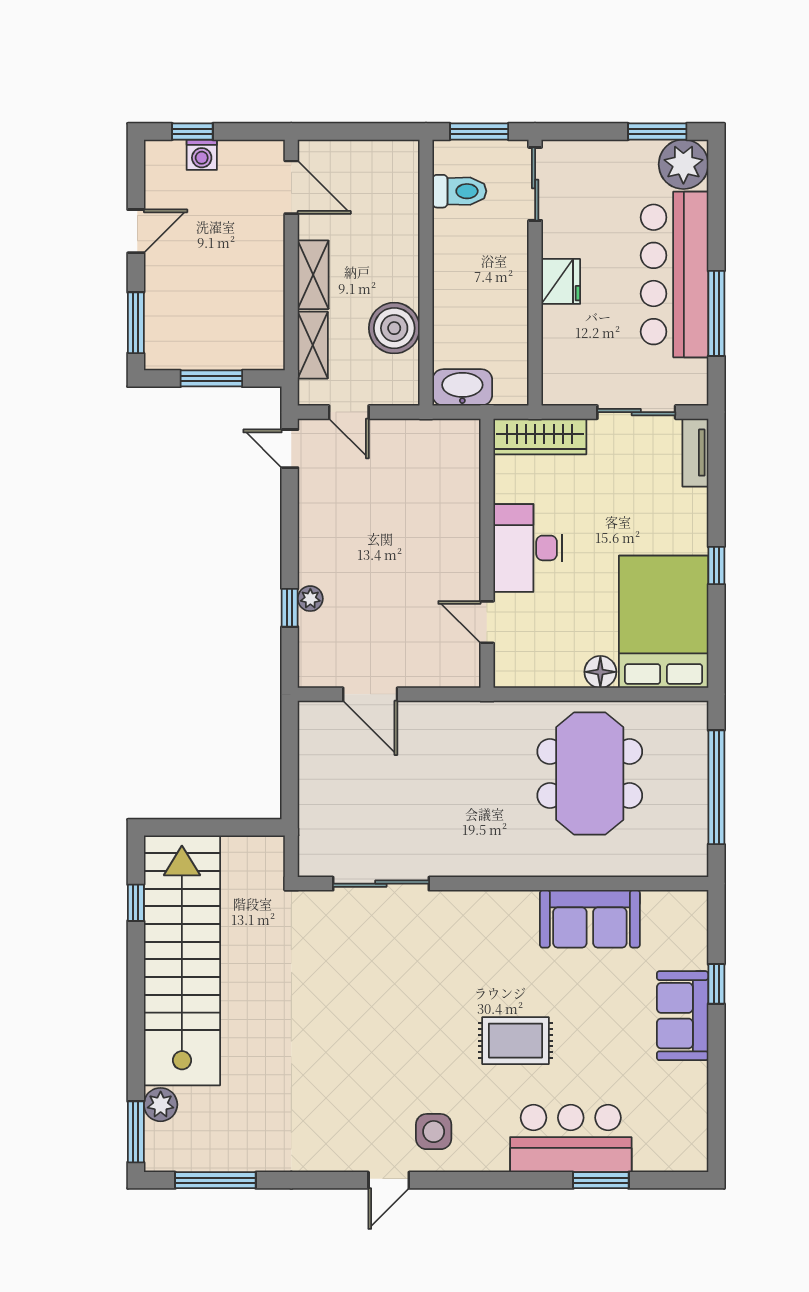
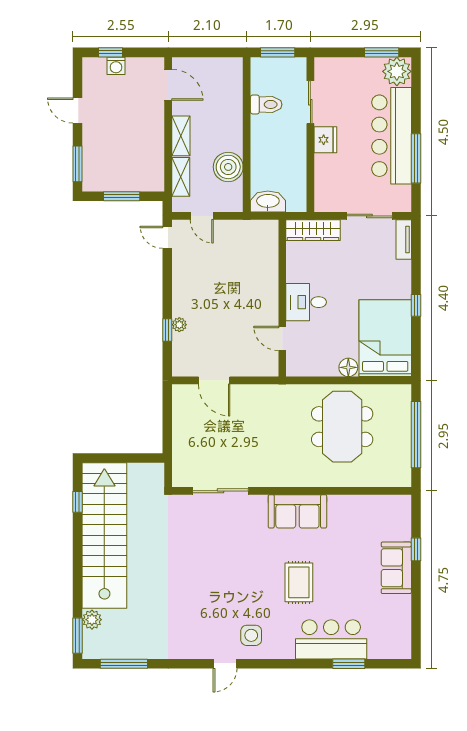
sliding door: (535, 184) -> (310, 102), moved
toilet: (459, 191) -> (266, 104), moved
door: (136, 231) -> (78, 110), swing flipped
desk: (528, 548) -> (306, 302), width x0.73
sofa: (590, 919) -> (297, 511), moved
rug: (515, 1041) -> (299, 582), turned 90

